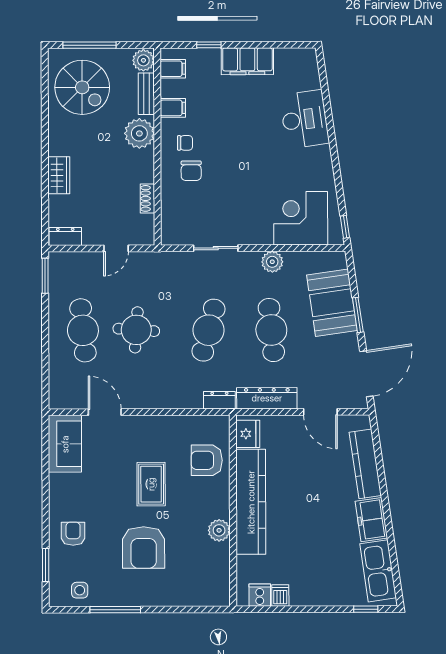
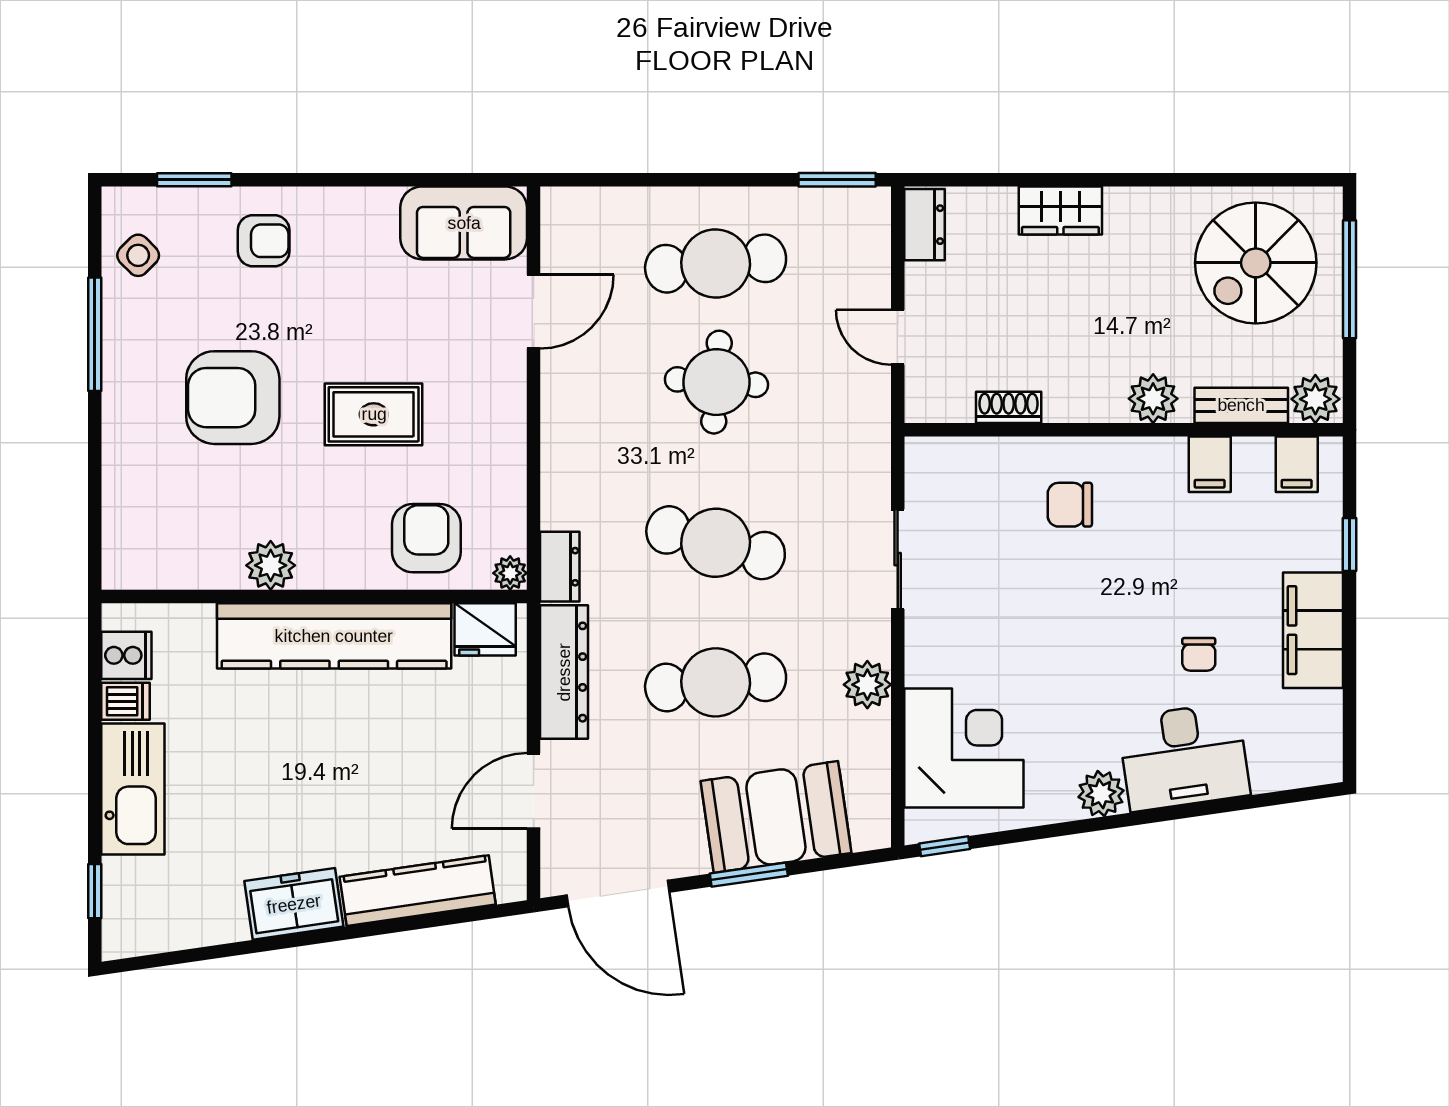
plant: (139, 133) -> (1153, 399), width x0.73, depth x0.73
chair: (185, 143) -> (1199, 654), moved
plant: (321, 157) -> (1101, 794), added
plant: (222, 423) -> (510, 573), added
kitchen sink: (378, 571) -> (133, 789), moved, turned 98
side table: (80, 590) -> (138, 255), turned 45

